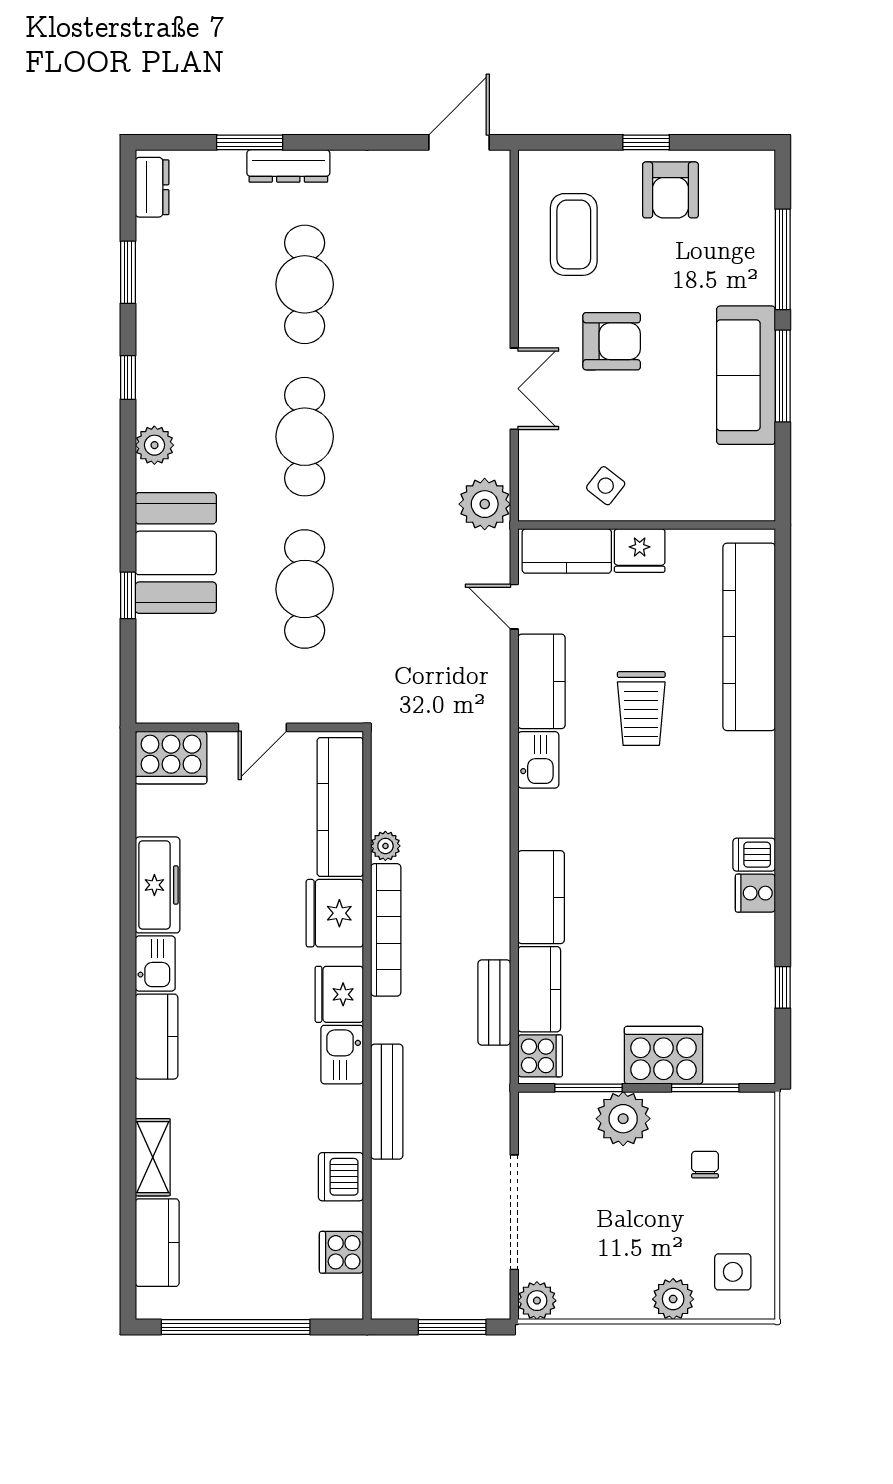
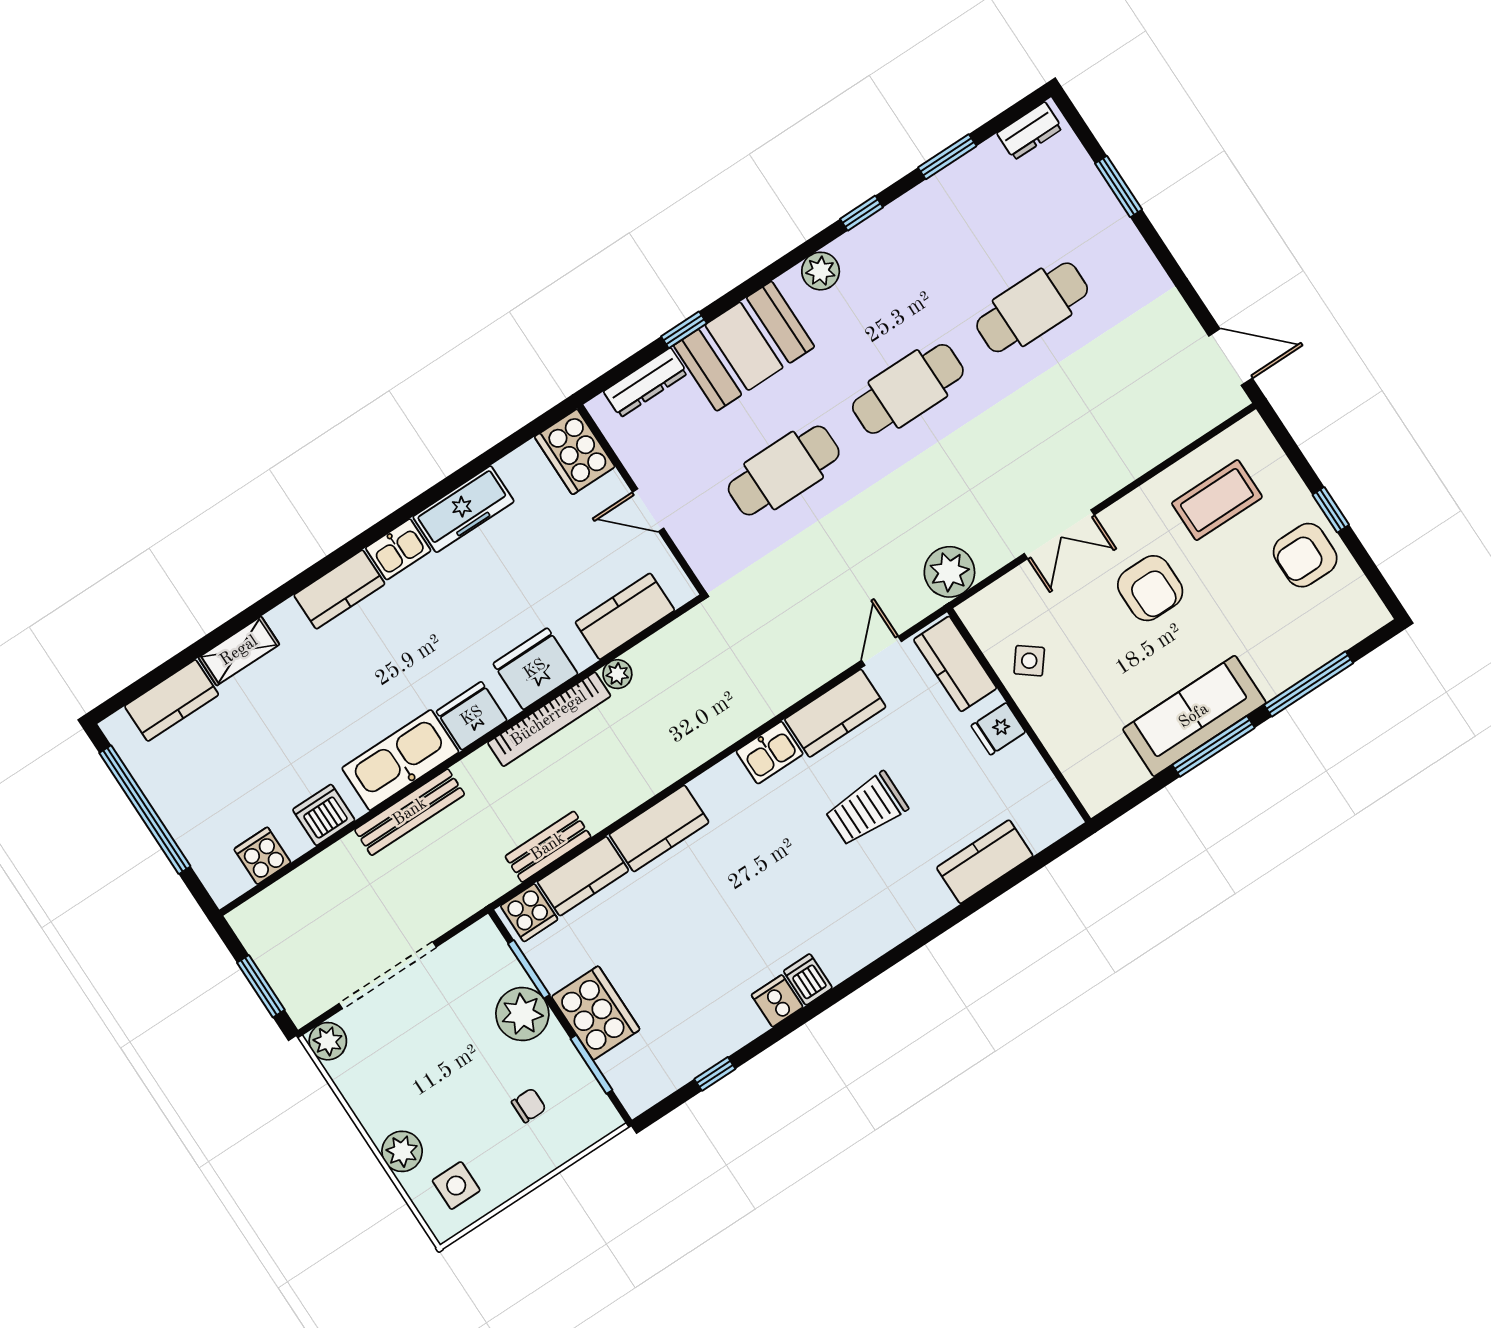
dresser: (288, 166) -> (646, 383), moved, turned -90
fridge: (640, 550) -> (998, 729), width x0.72
kitchen counter: (749, 637) -> (985, 862), width x0.48, depth x0.86
kitchen counter: (340, 807) -> (625, 616), width x0.67
kitchen sink: (342, 1055) -> (400, 760), width x1.88, depth x1.24

